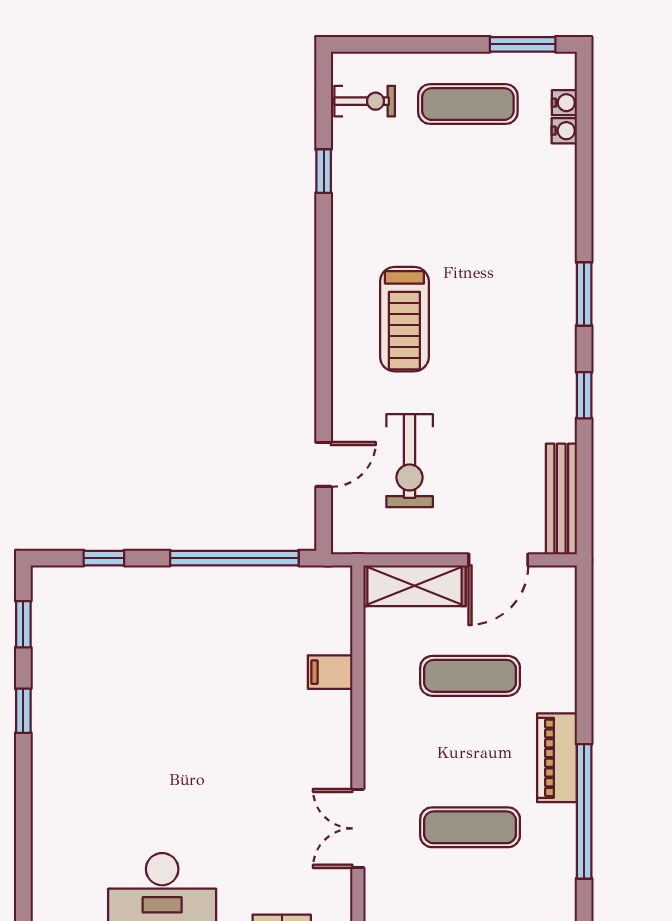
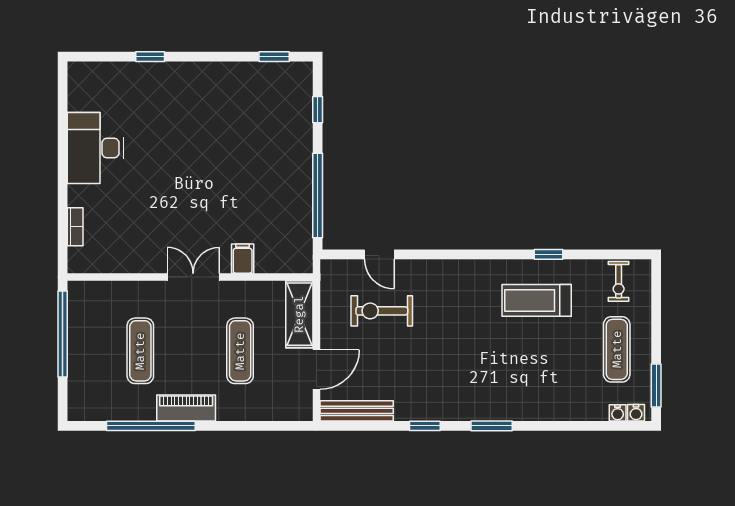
water cooler: (564, 131) -> (636, 413), moved
window: (324, 171) -> (548, 254), moved
treadmill: (404, 319) -> (537, 300), moved
door: (498, 560) -> (316, 369), swing flipped
window: (23, 711) -> (150, 57), moved
double door: (358, 828) -> (193, 277), moved

